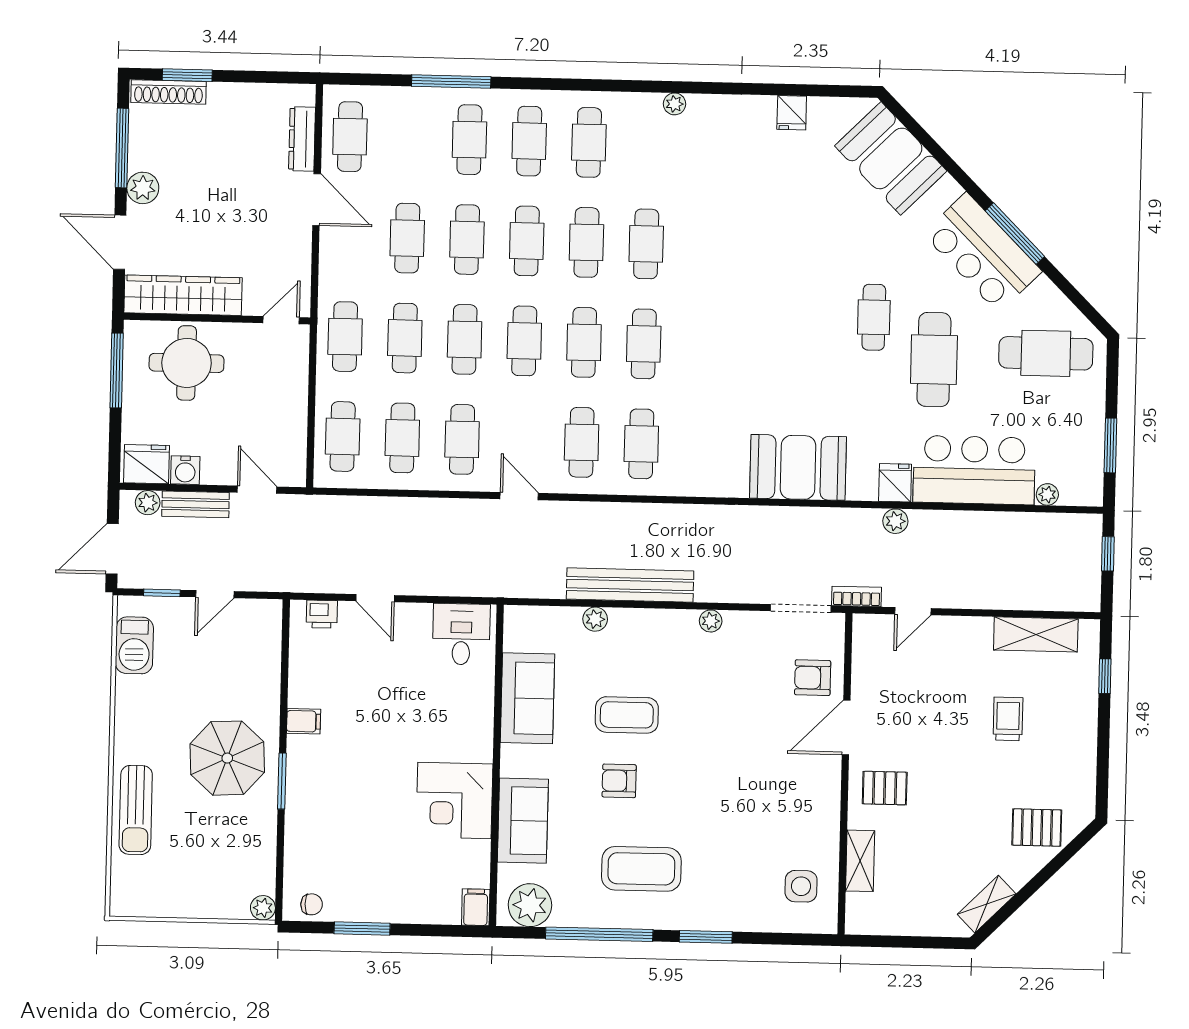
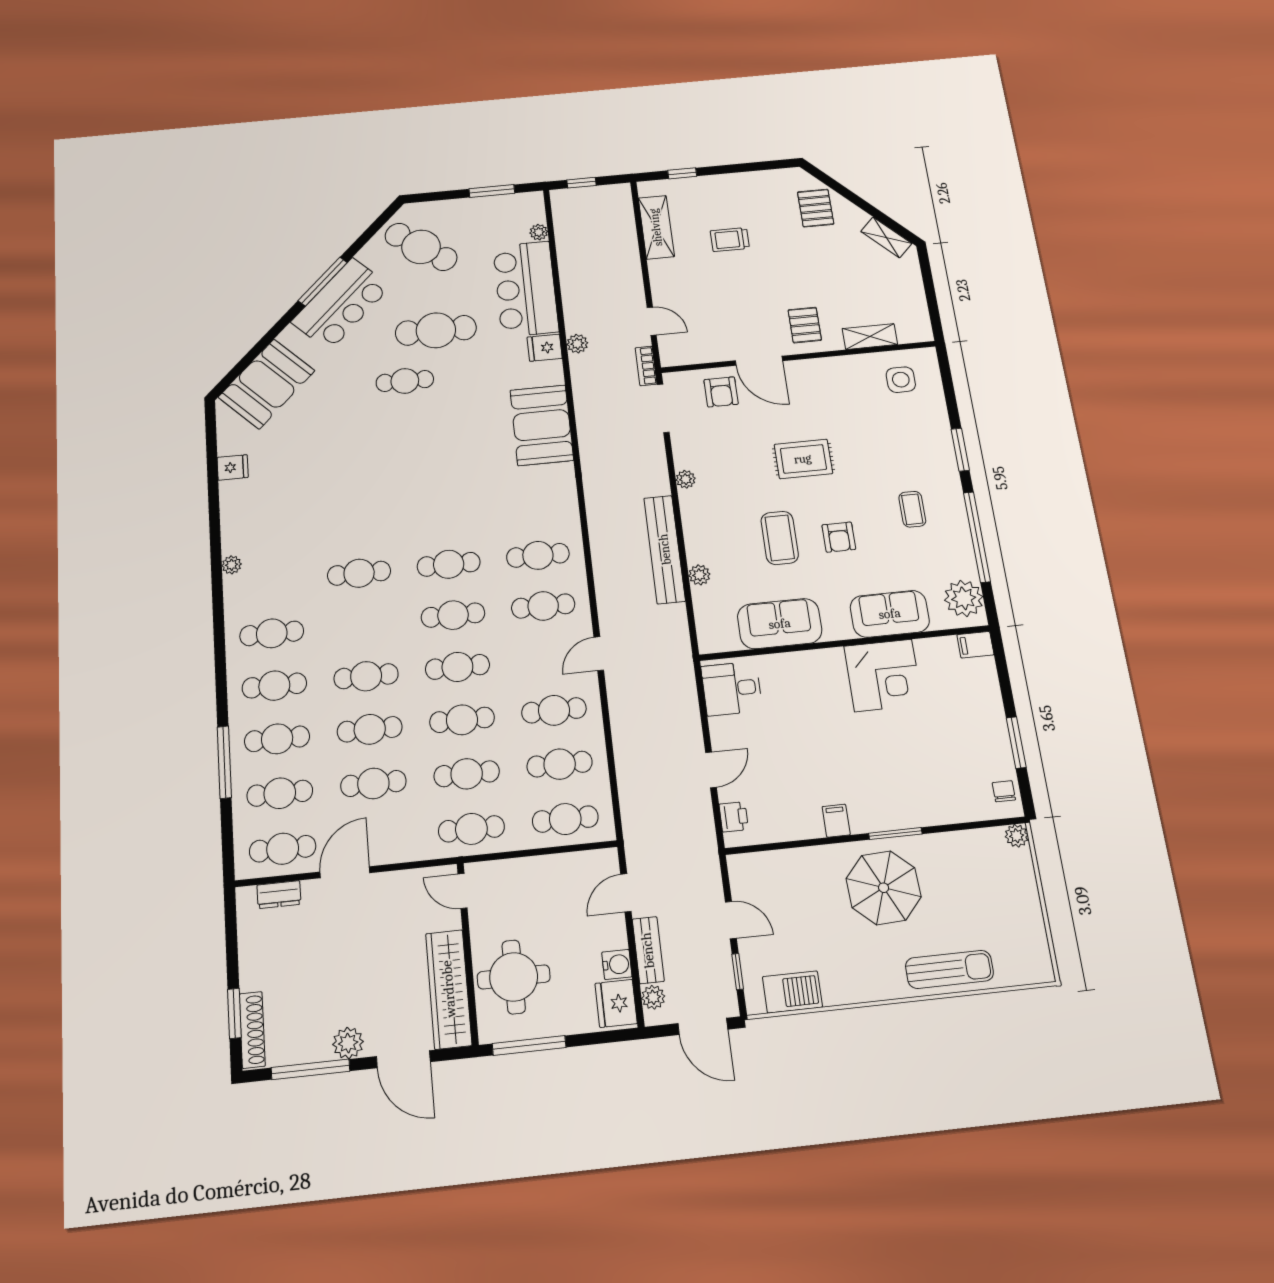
dresser: (302, 139) -> (279, 895), width x0.70
door: (120, 242) -> (403, 1059), hinge flipped
cafe table: (586, 242) -> (280, 793), moved
cafe table: (1046, 353) -> (421, 247), turned -54
rug: (718, 758) -> (803, 459), added
coffee table: (641, 869) -> (912, 509), width x0.54, depth x0.58

